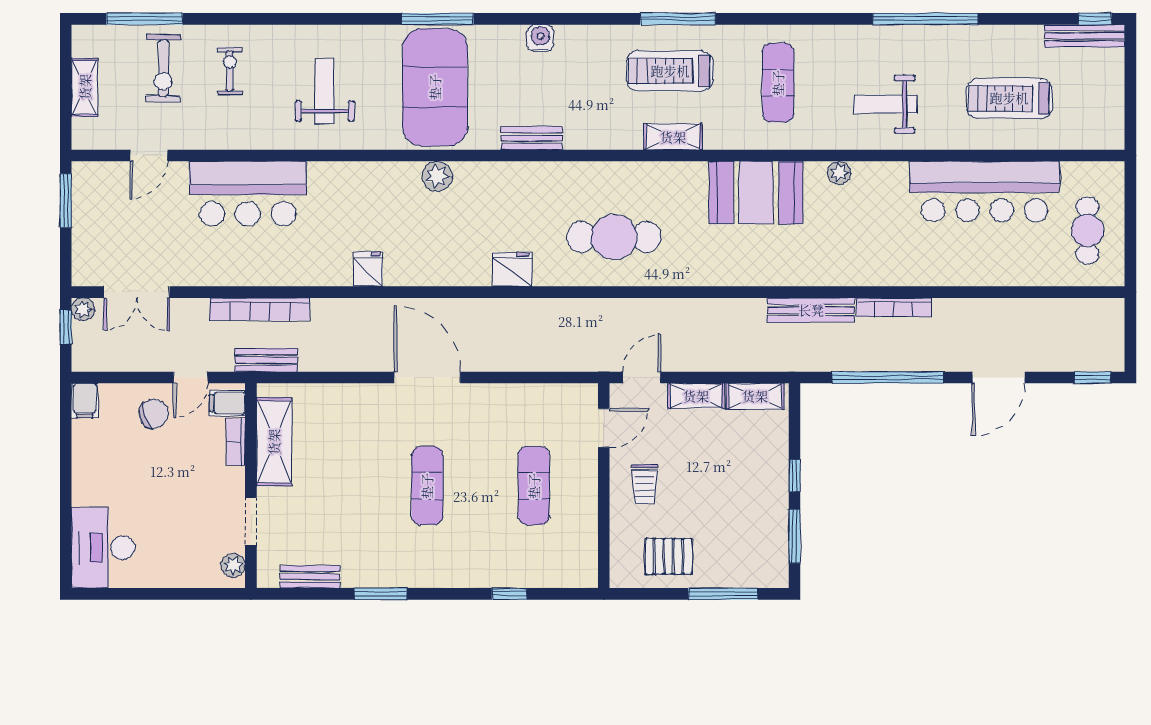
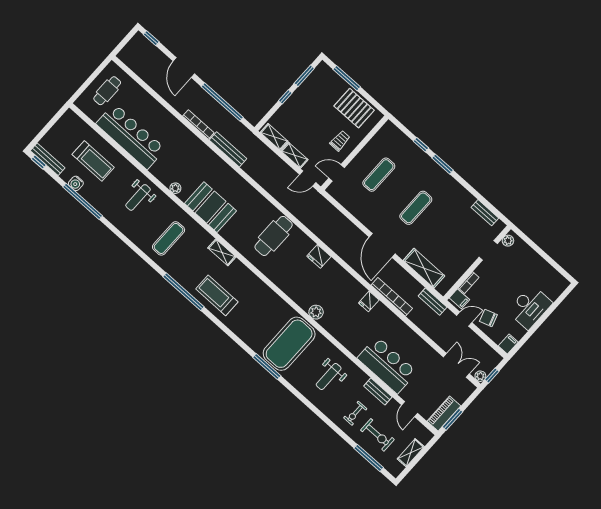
window: (678, 19) -> (183, 292), width x1.46
window: (925, 19) -> (83, 201), moved
water cooler: (540, 38) -> (76, 183), moved
exercise bike: (163, 68) -> (377, 435), turned 89
treadmill: (670, 71) -> (217, 295), moved, turned 180
weight bench: (886, 104) -> (138, 197), turned 90
bench: (532, 138) -> (378, 391), moved
door: (149, 155) -> (410, 409), swing flipped
piano: (88, 198) -> (444, 414), added
cafe table: (614, 237) -> (274, 236), turned 90
bookcase: (260, 309) -> (392, 297), moved
door: (999, 377) -> (184, 67), swing flipped
shelving: (274, 442) -> (424, 268), moved, turned 90
desk: (103, 548) -> (530, 307), moved
pallet: (669, 556) -> (354, 108), width x1.50, depth x1.42
window: (381, 594) -> (442, 164), moved

